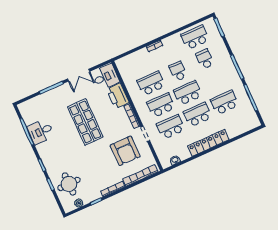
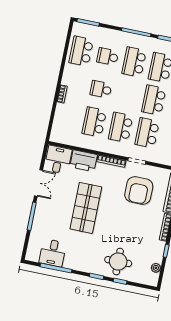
school desk: (188, 93) -> (134, 62), moved
shop shelf: (85, 122) -> (86, 208), turned 90
desk: (41, 132) -> (53, 253), moved
armchair: (125, 151) -> (139, 190), turned 90
round table: (69, 184) -> (118, 262), moved

